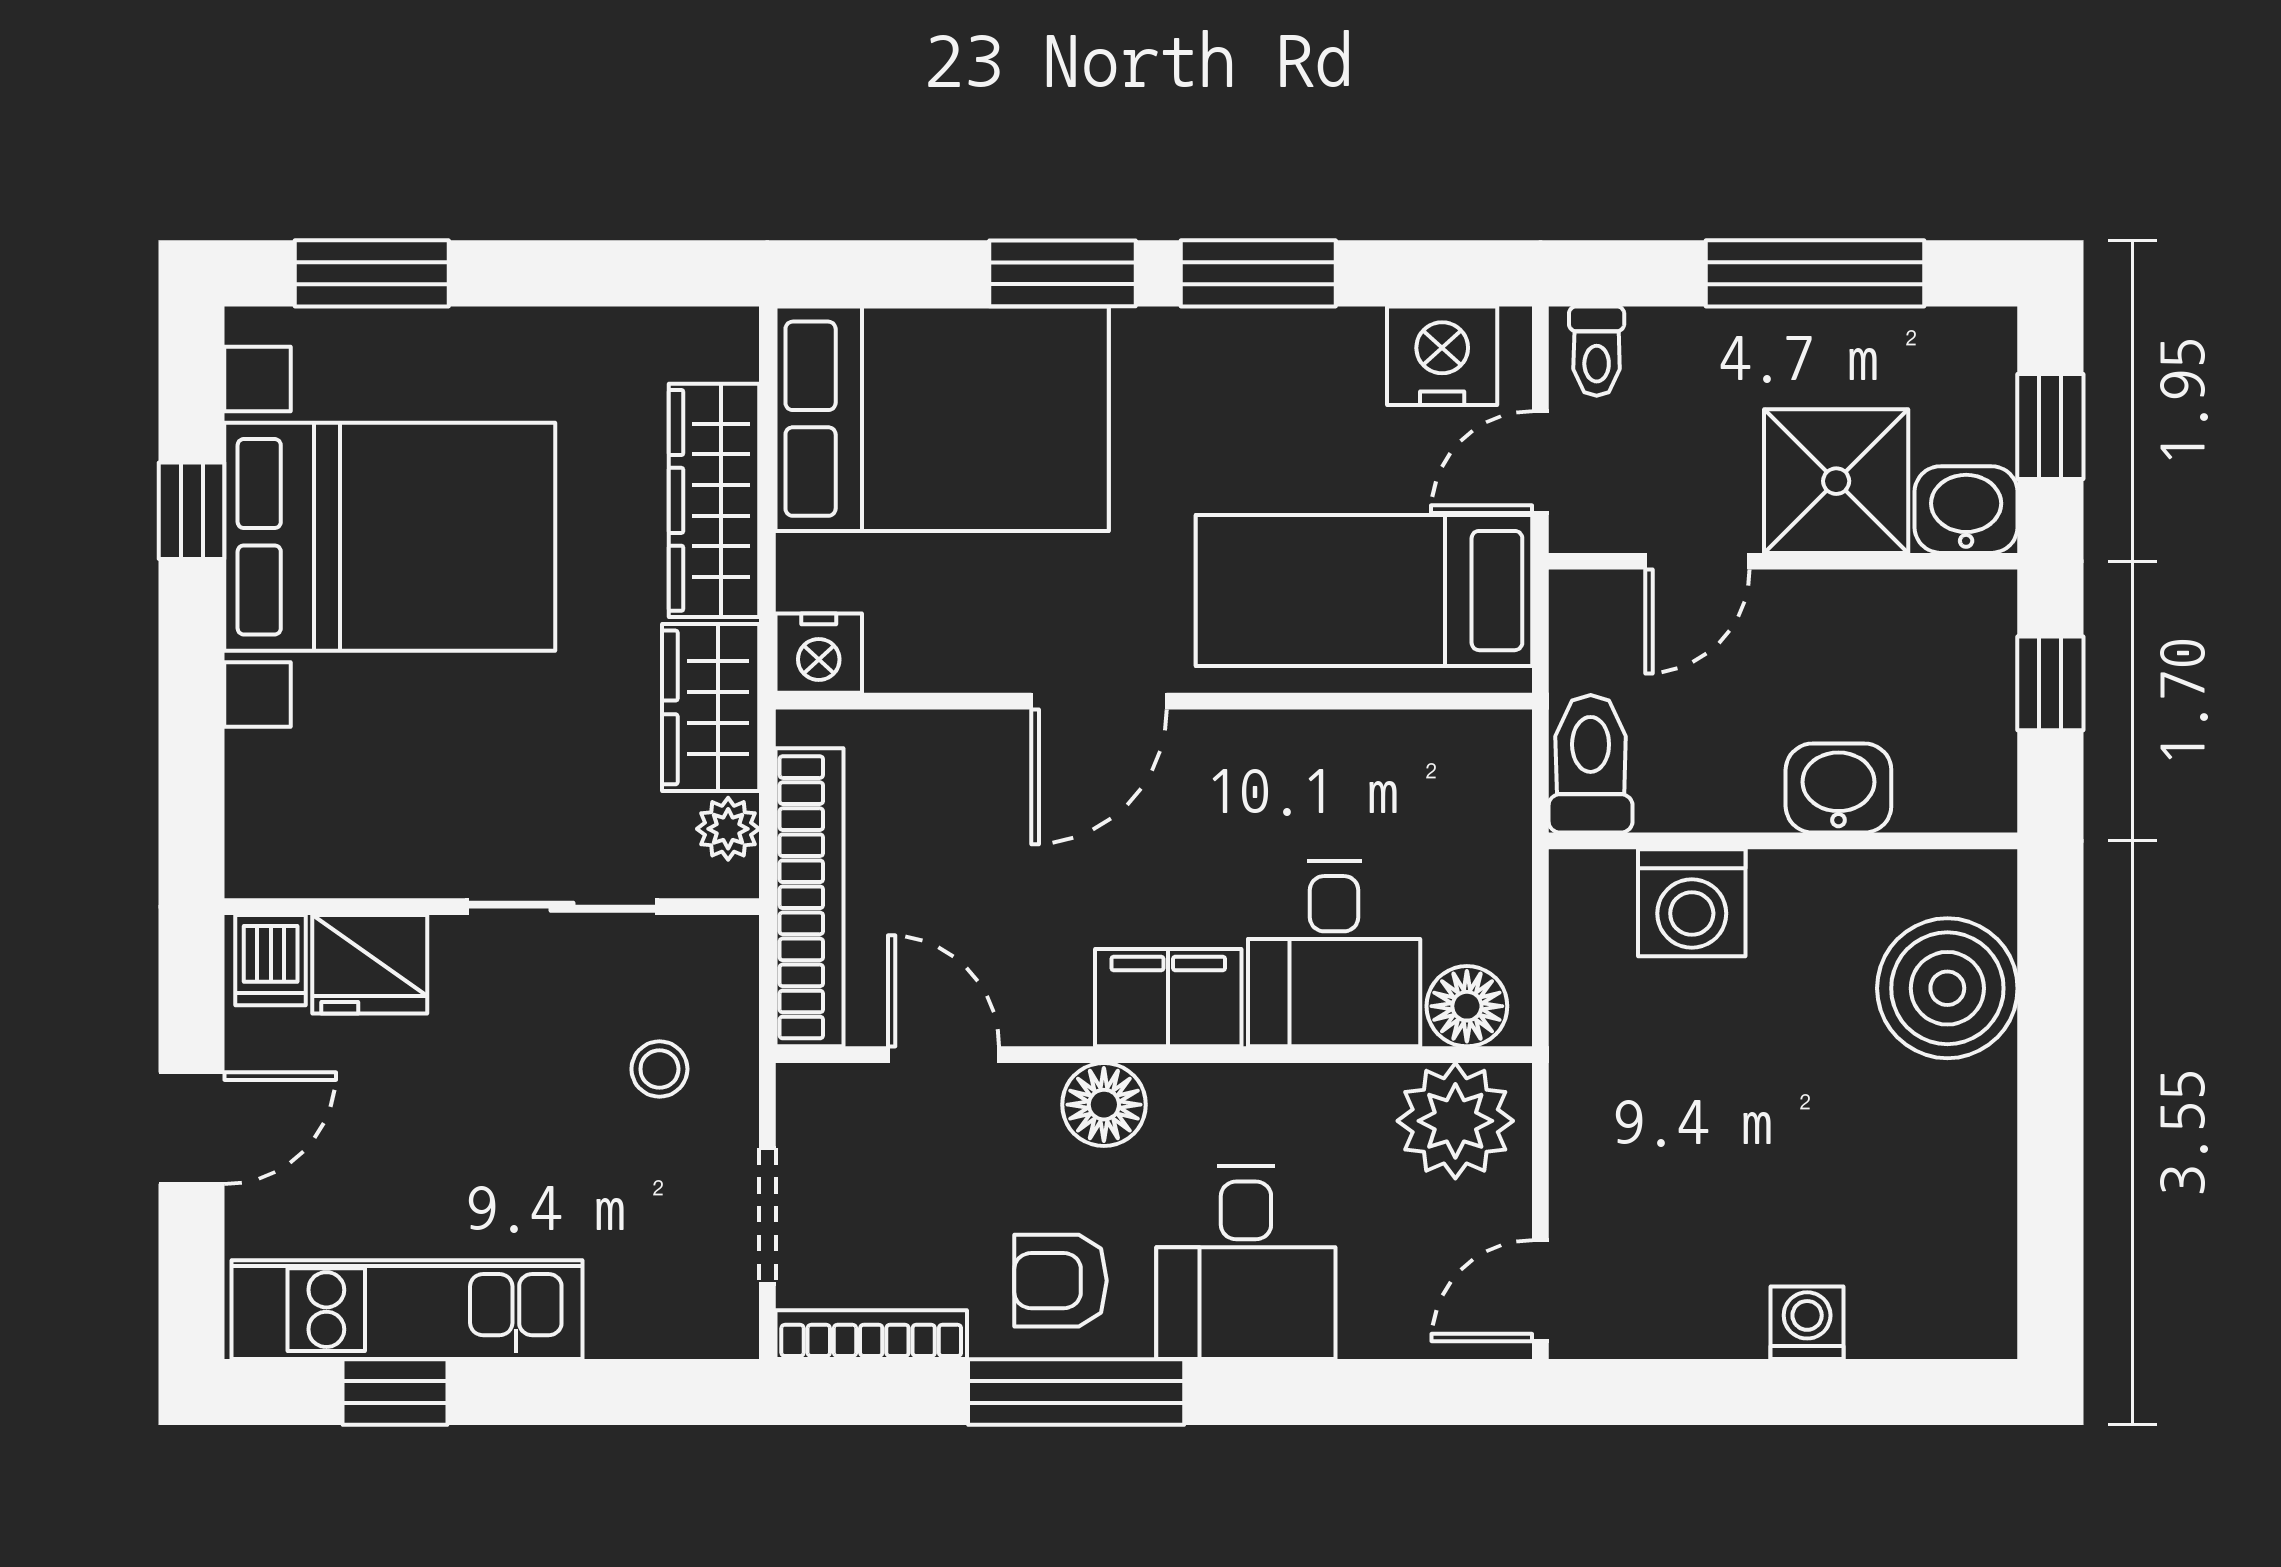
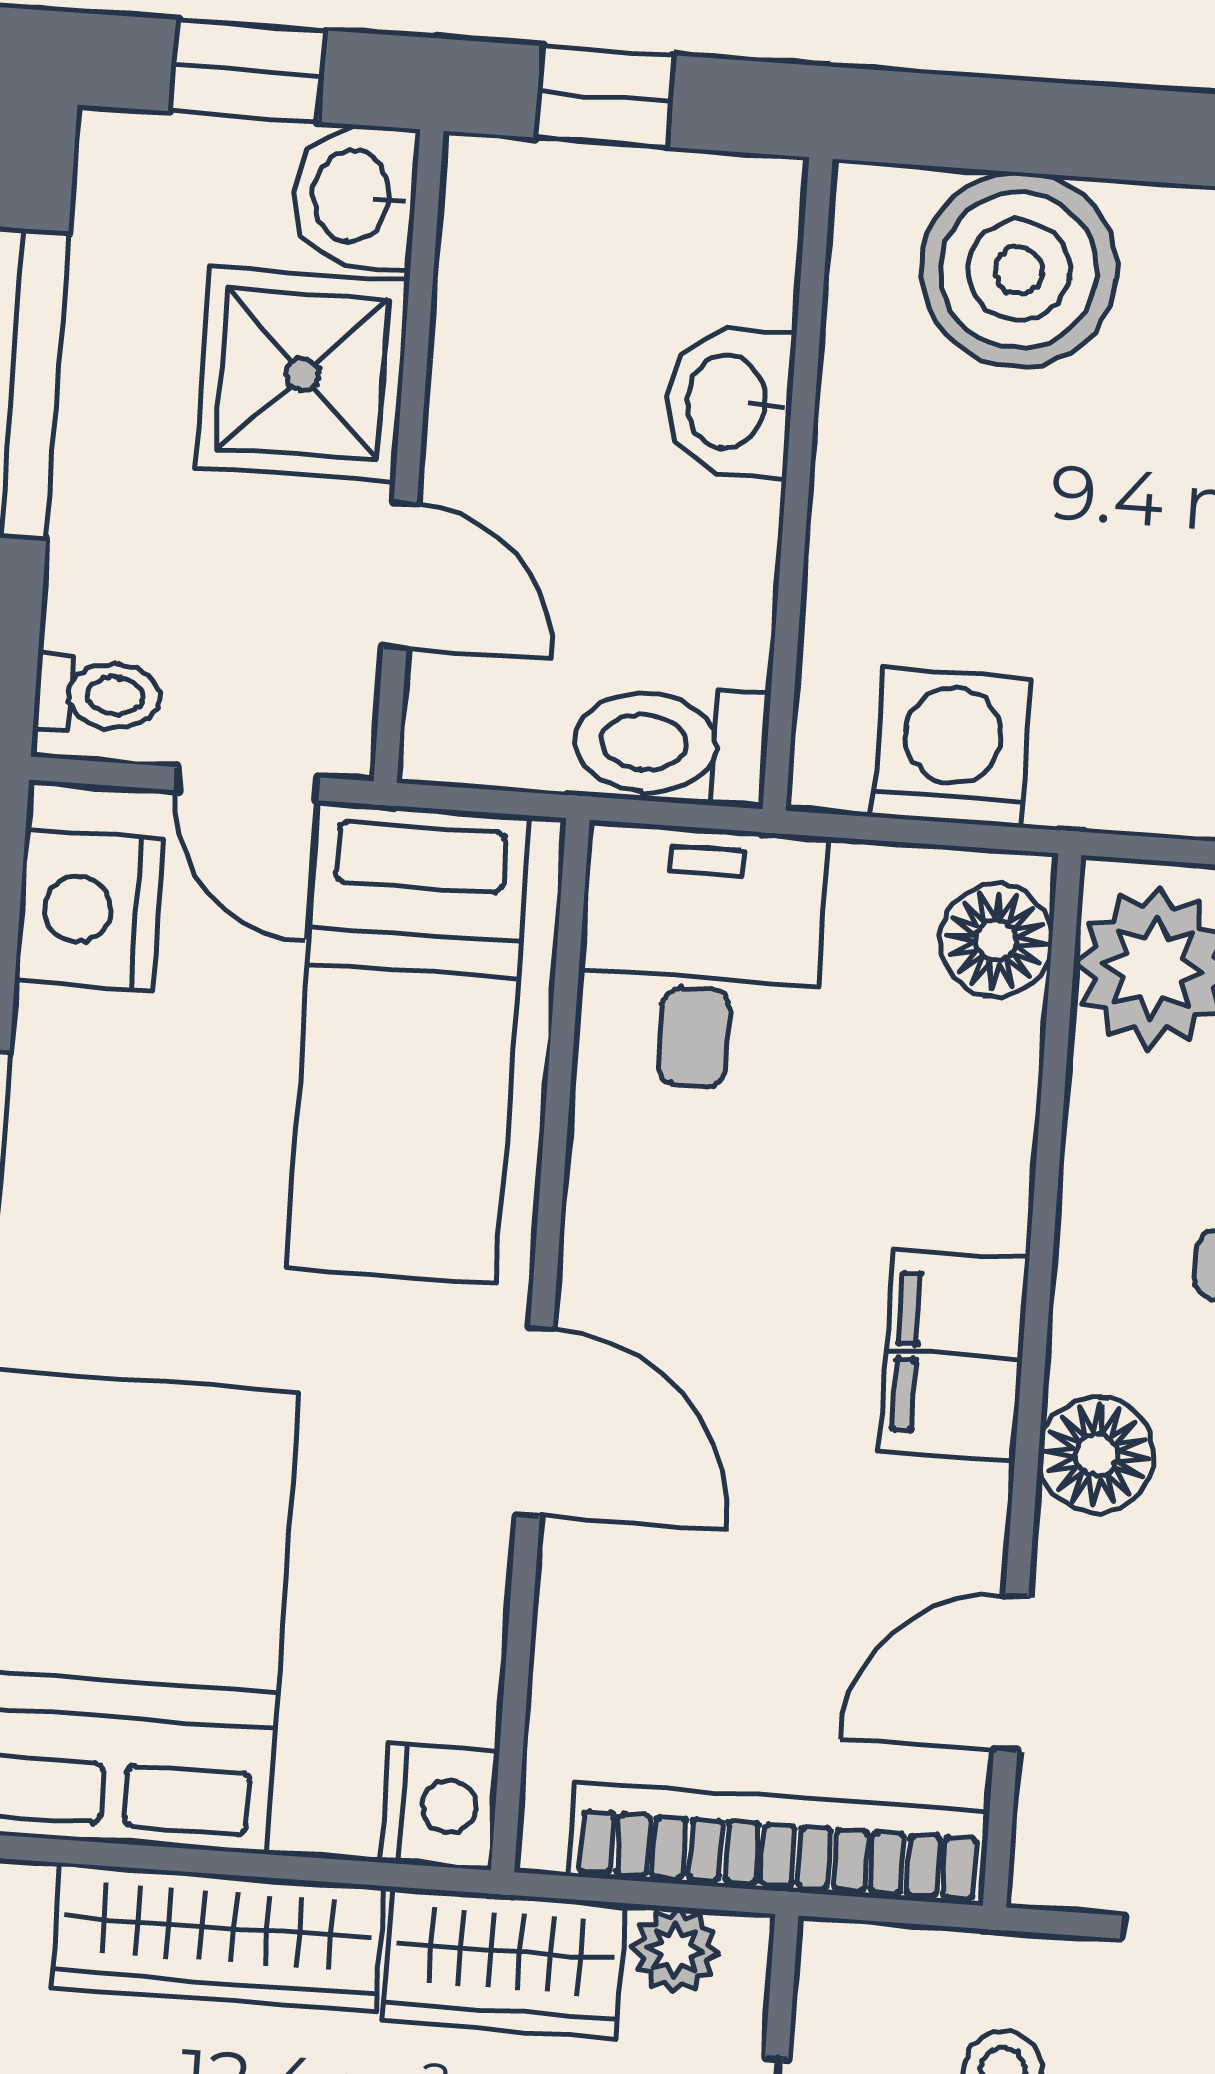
washing machine: (1692, 903) -> (952, 748), moved, turned -90
desk: (1334, 954) -> (700, 957), moved, turned -90

